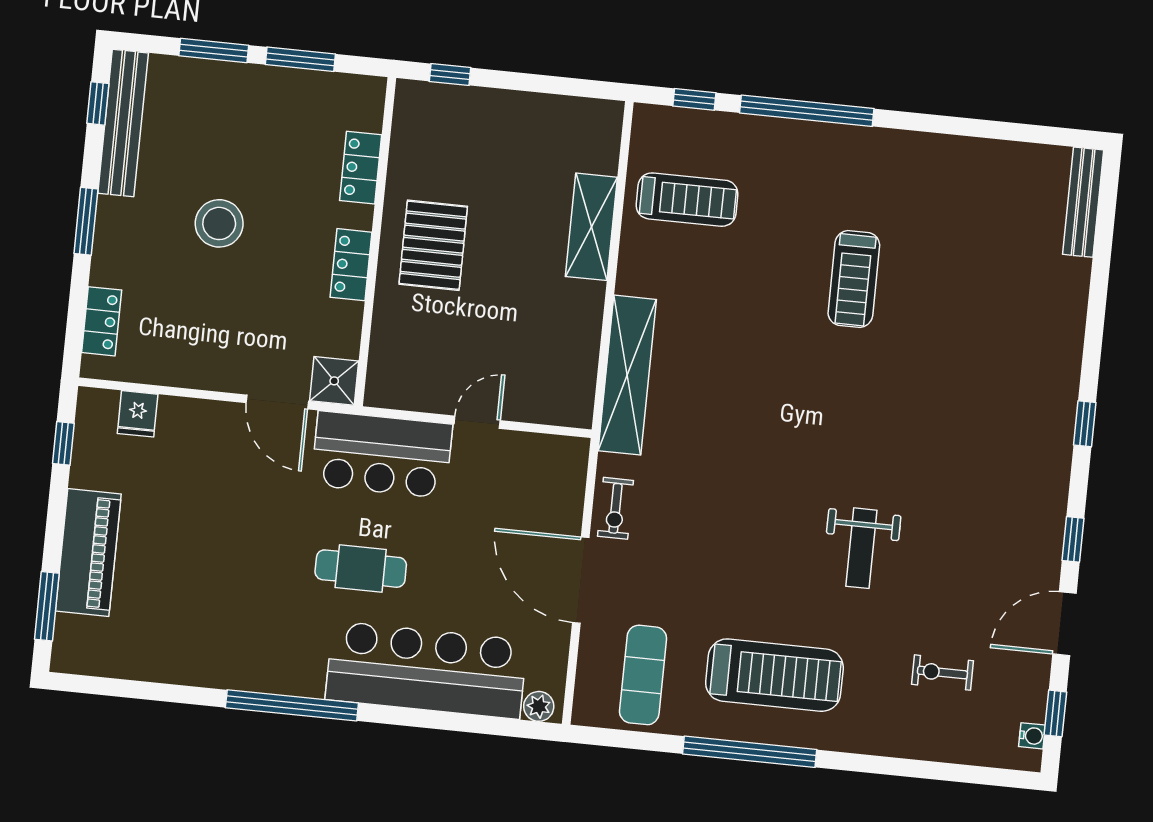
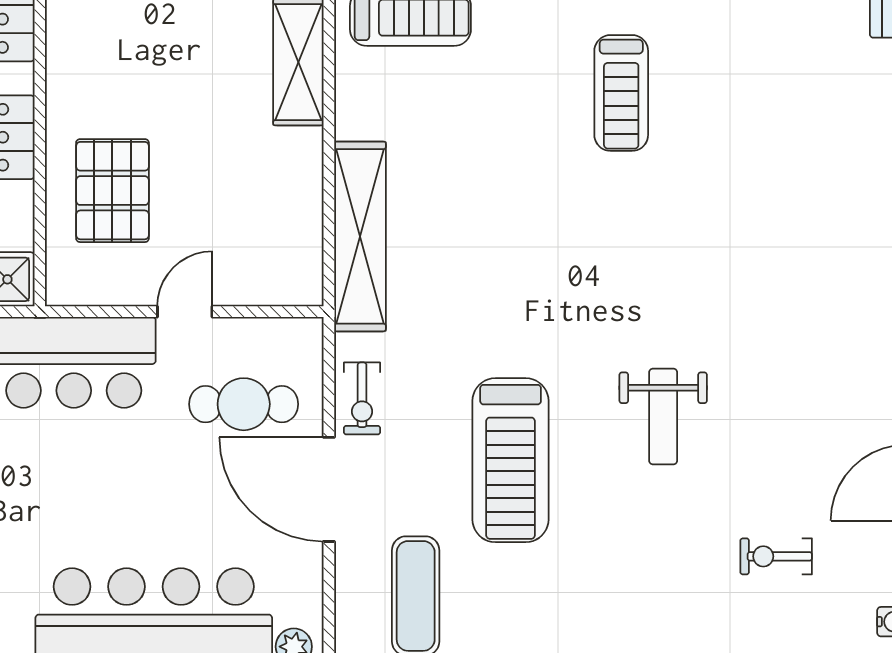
pallet: (433, 245) -> (112, 191), moved
cafe table: (361, 569) -> (244, 404), moved
treadmill: (774, 675) -> (511, 460), moved, turned 90

